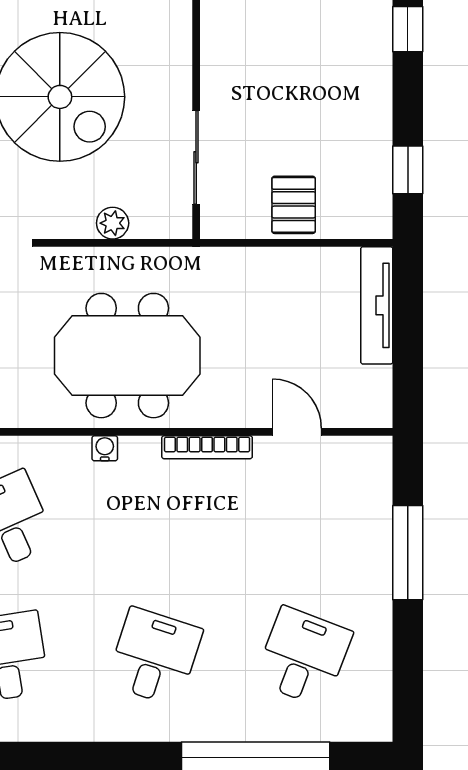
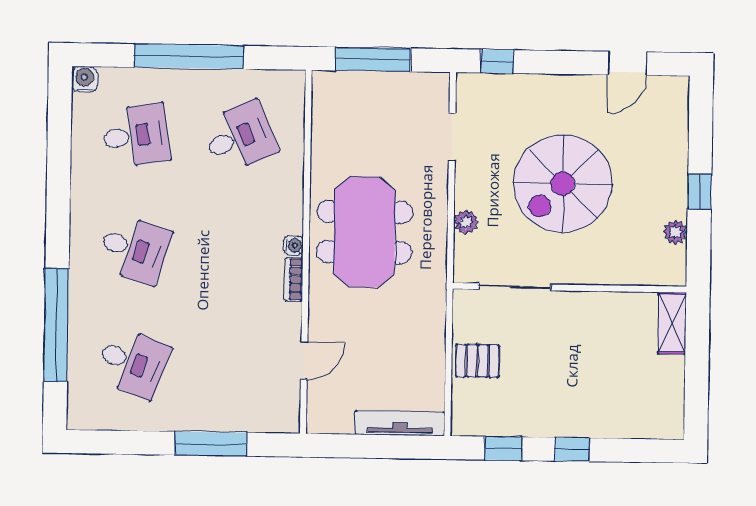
window: (408, 29) -> (572, 450), moved
bookcase: (207, 447) -> (294, 279), width x0.64
water cooler: (105, 448) -> (293, 245), moved

